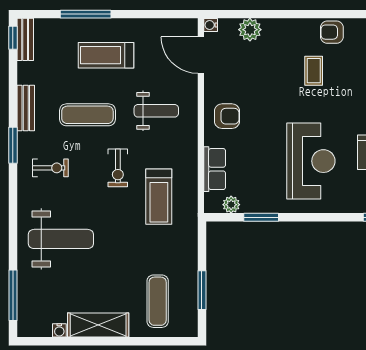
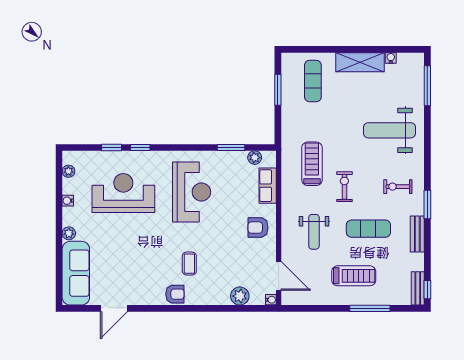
weight bench: (156, 111) -> (314, 232), turned -90
reception desk: (311, 161) -> (192, 192), turned 180

